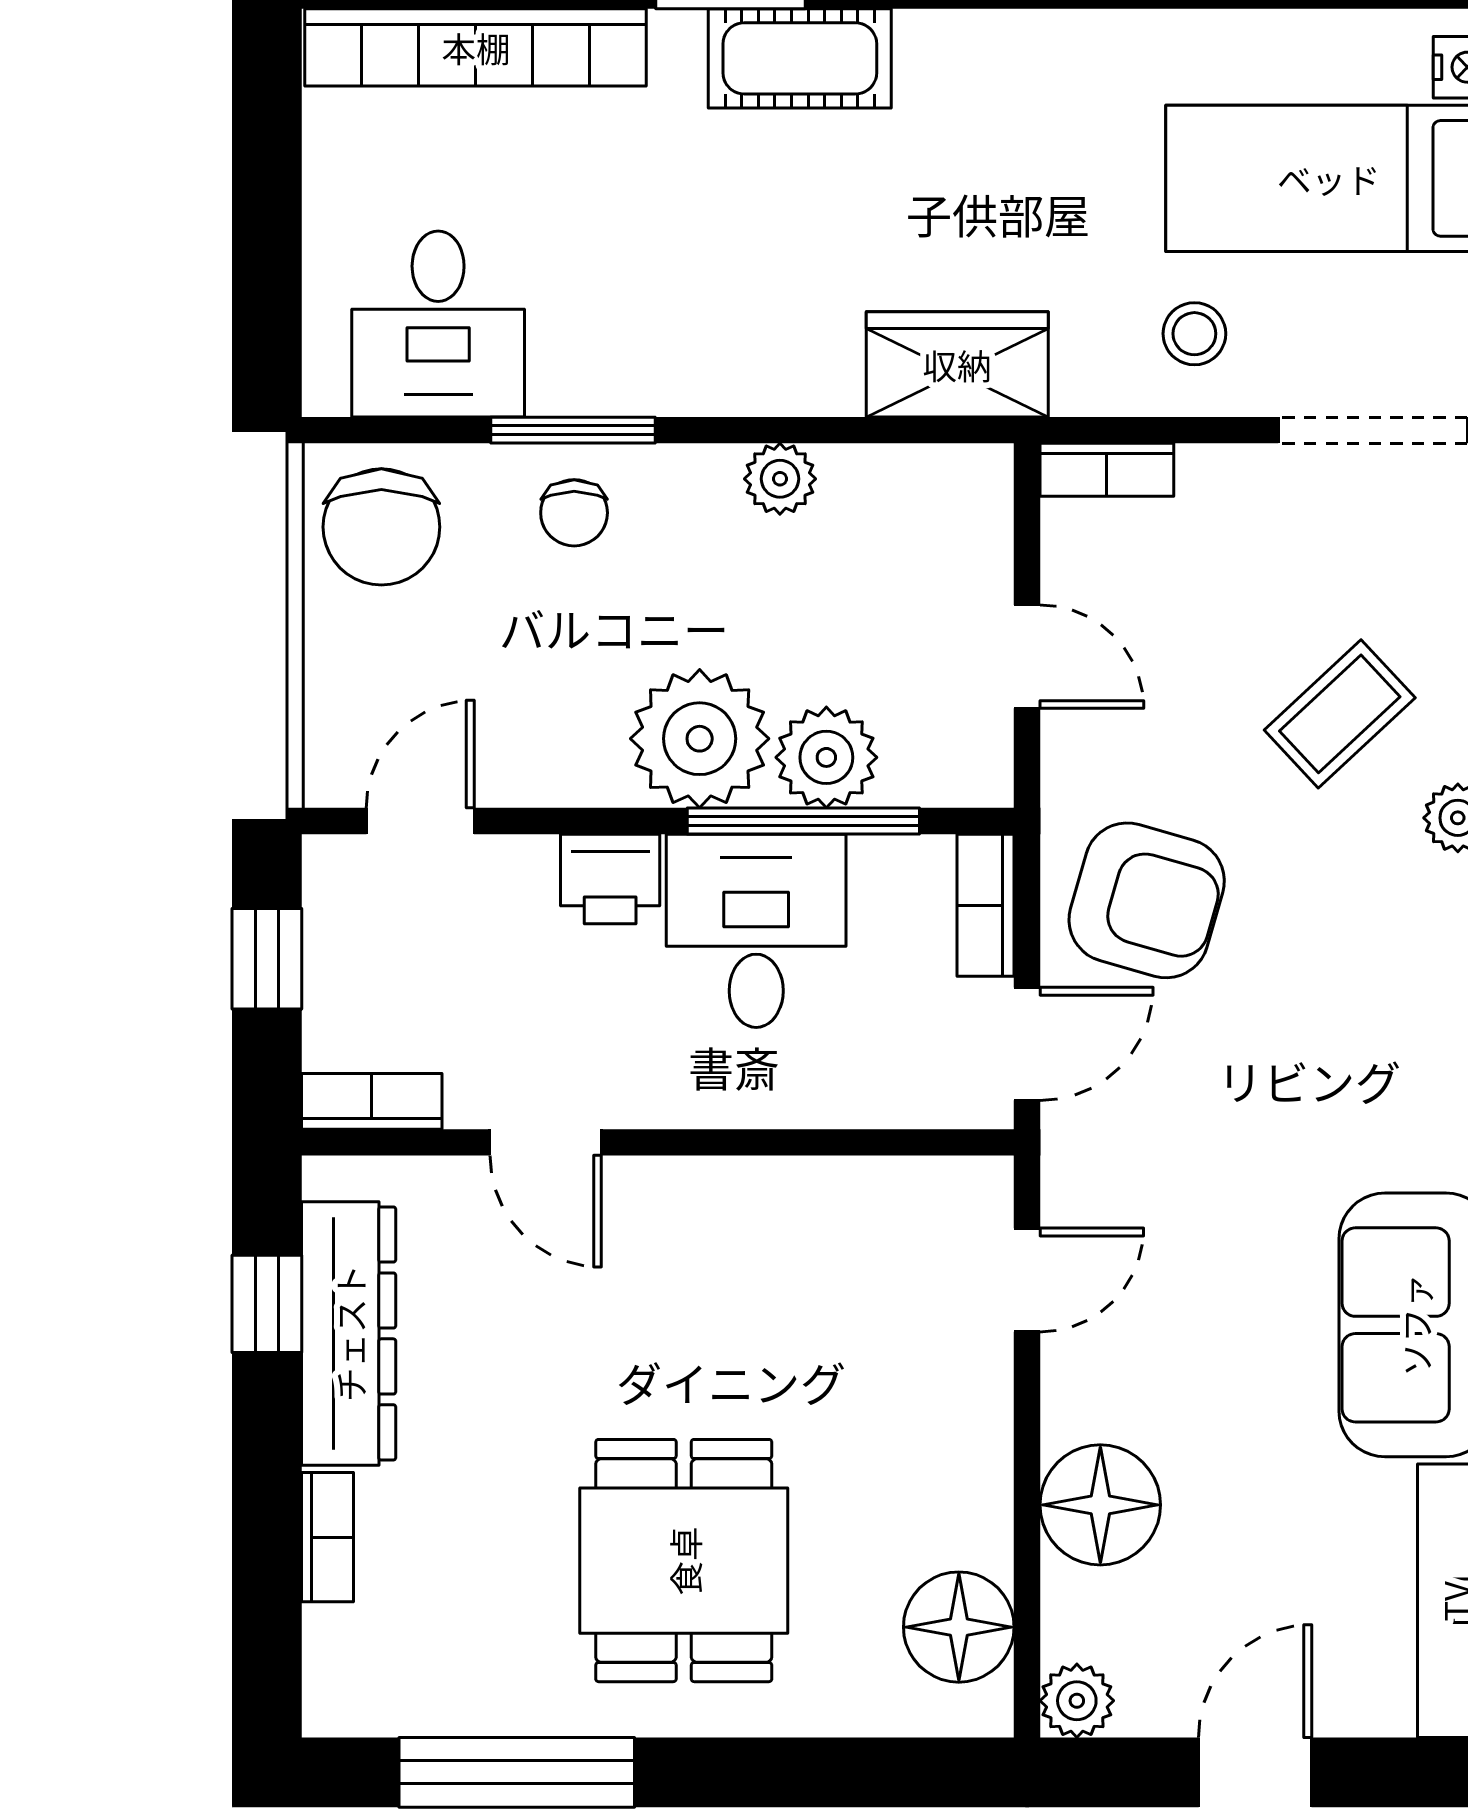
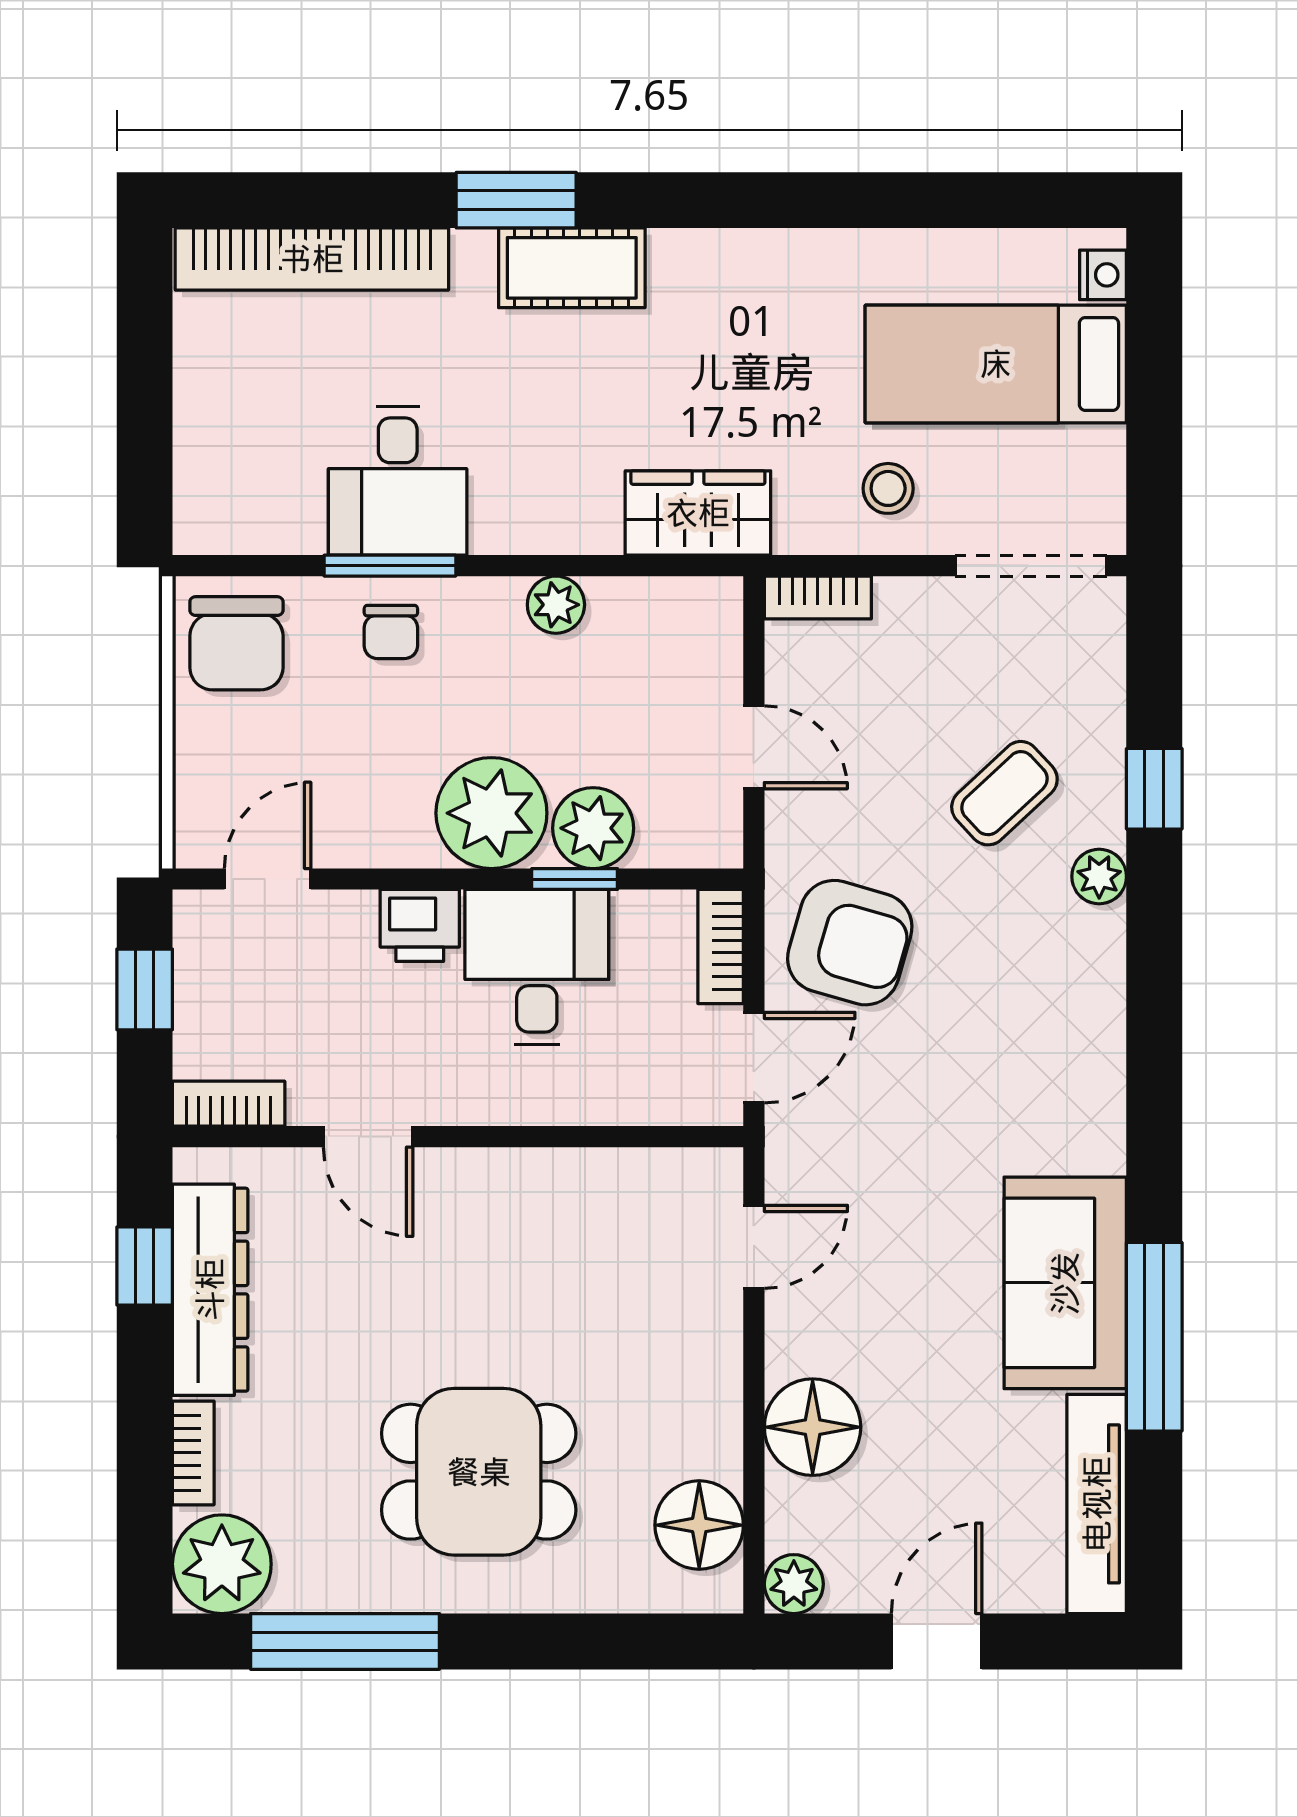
desk: (438, 324) -> (398, 481), moved
window: (803, 821) -> (575, 879), width x0.46
dining table: (684, 1561) -> (479, 1472), turned 90
plant: (363, 1676) -> (222, 1564), added

